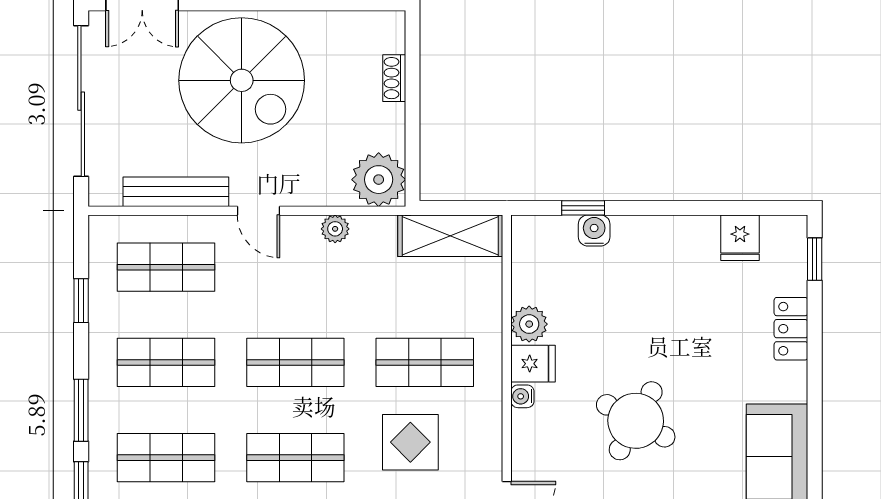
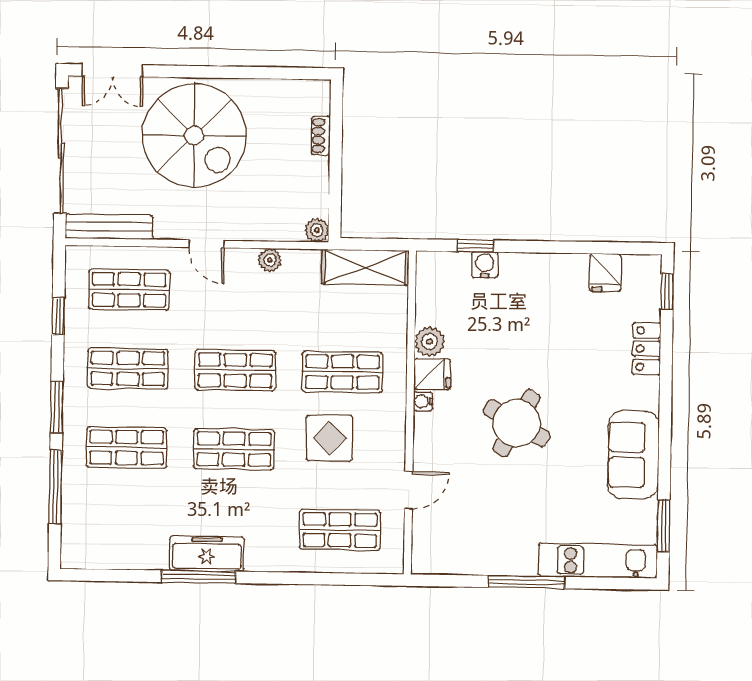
plant: (379, 180) -> (317, 230), width x0.53, depth x0.53
bench: (176, 192) -> (109, 227), moved

